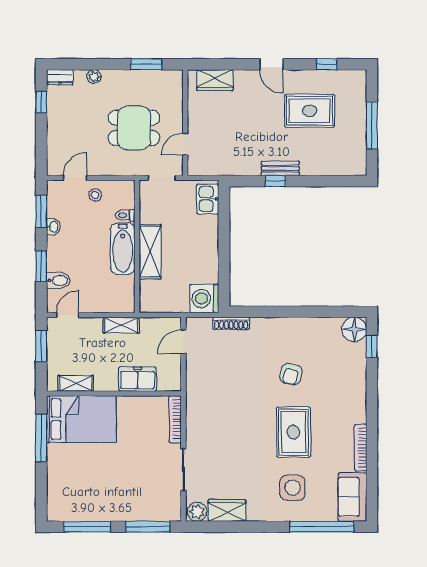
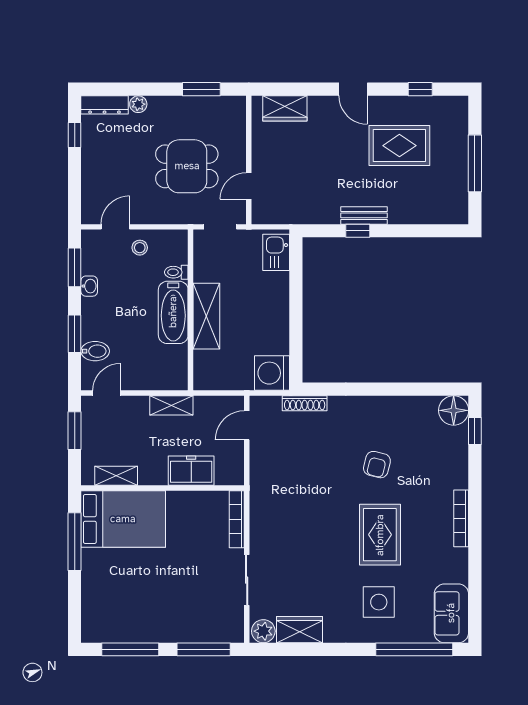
dresser: (60, 77) -> (105, 105), width x1.44
bookcase: (361, 448) -> (461, 518), moved

